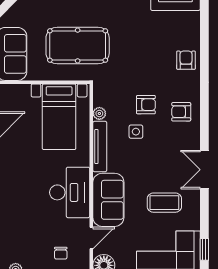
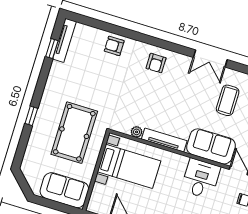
armchair: (146, 105) -> (141, 91), removed
side table: (136, 132) -> (161, 106), removed
desk: (70, 192) -> (201, 179), width x0.73

